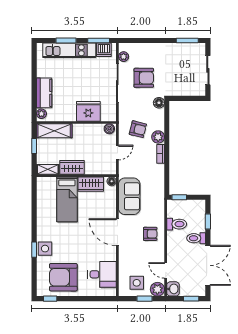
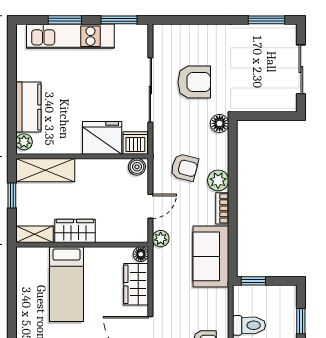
dishwasher: (104, 50) -> (135, 143), moved, turned 180
plant: (124, 57) -> (161, 239), moved
wardrobe: (91, 184) -> (136, 284), moved, turned 90
sofa: (129, 196) -> (211, 256), moved, turned 180

